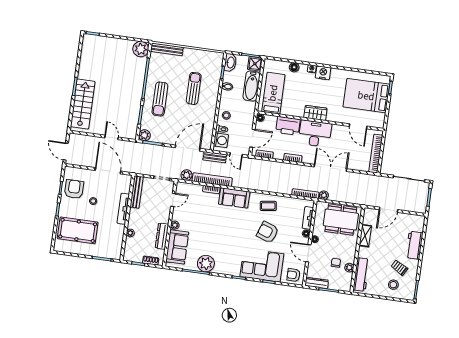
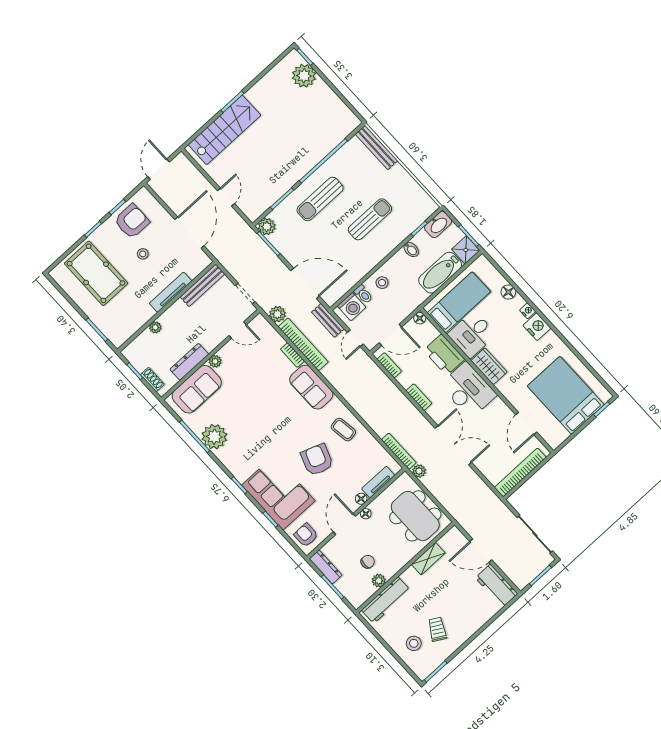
plant: (141, 49) -> (304, 76), moved
desk: (293, 104) -> (472, 334), added
workbench: (414, 245) -> (497, 586), moved, turned -90

